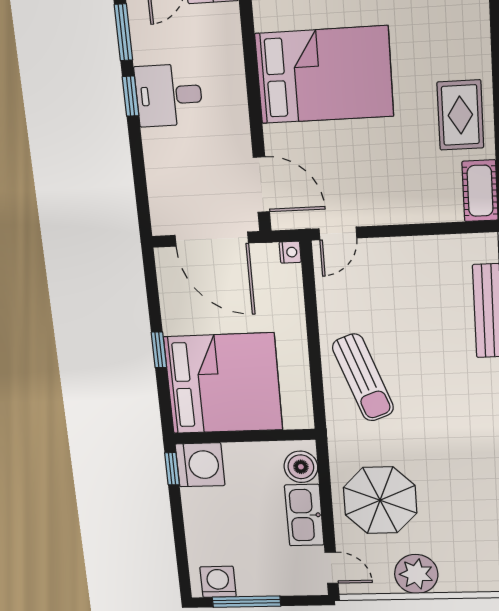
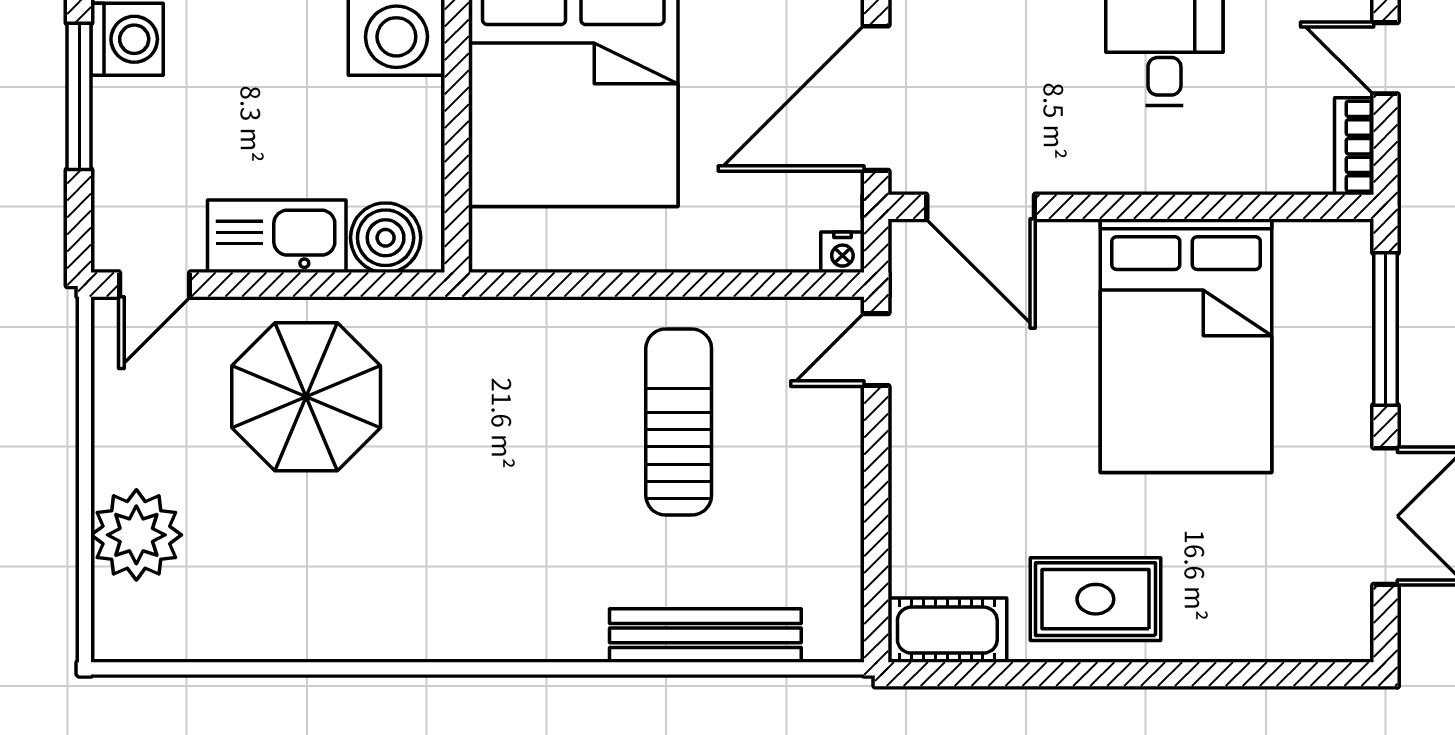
door: (261, 185) -> (981, 207), hinge flipped
door: (338, 233) -> (876, 350), hinge flipped
sun lounger: (363, 378) -> (679, 422), moved, turned 110
plant: (416, 574) -> (136, 535), moved

